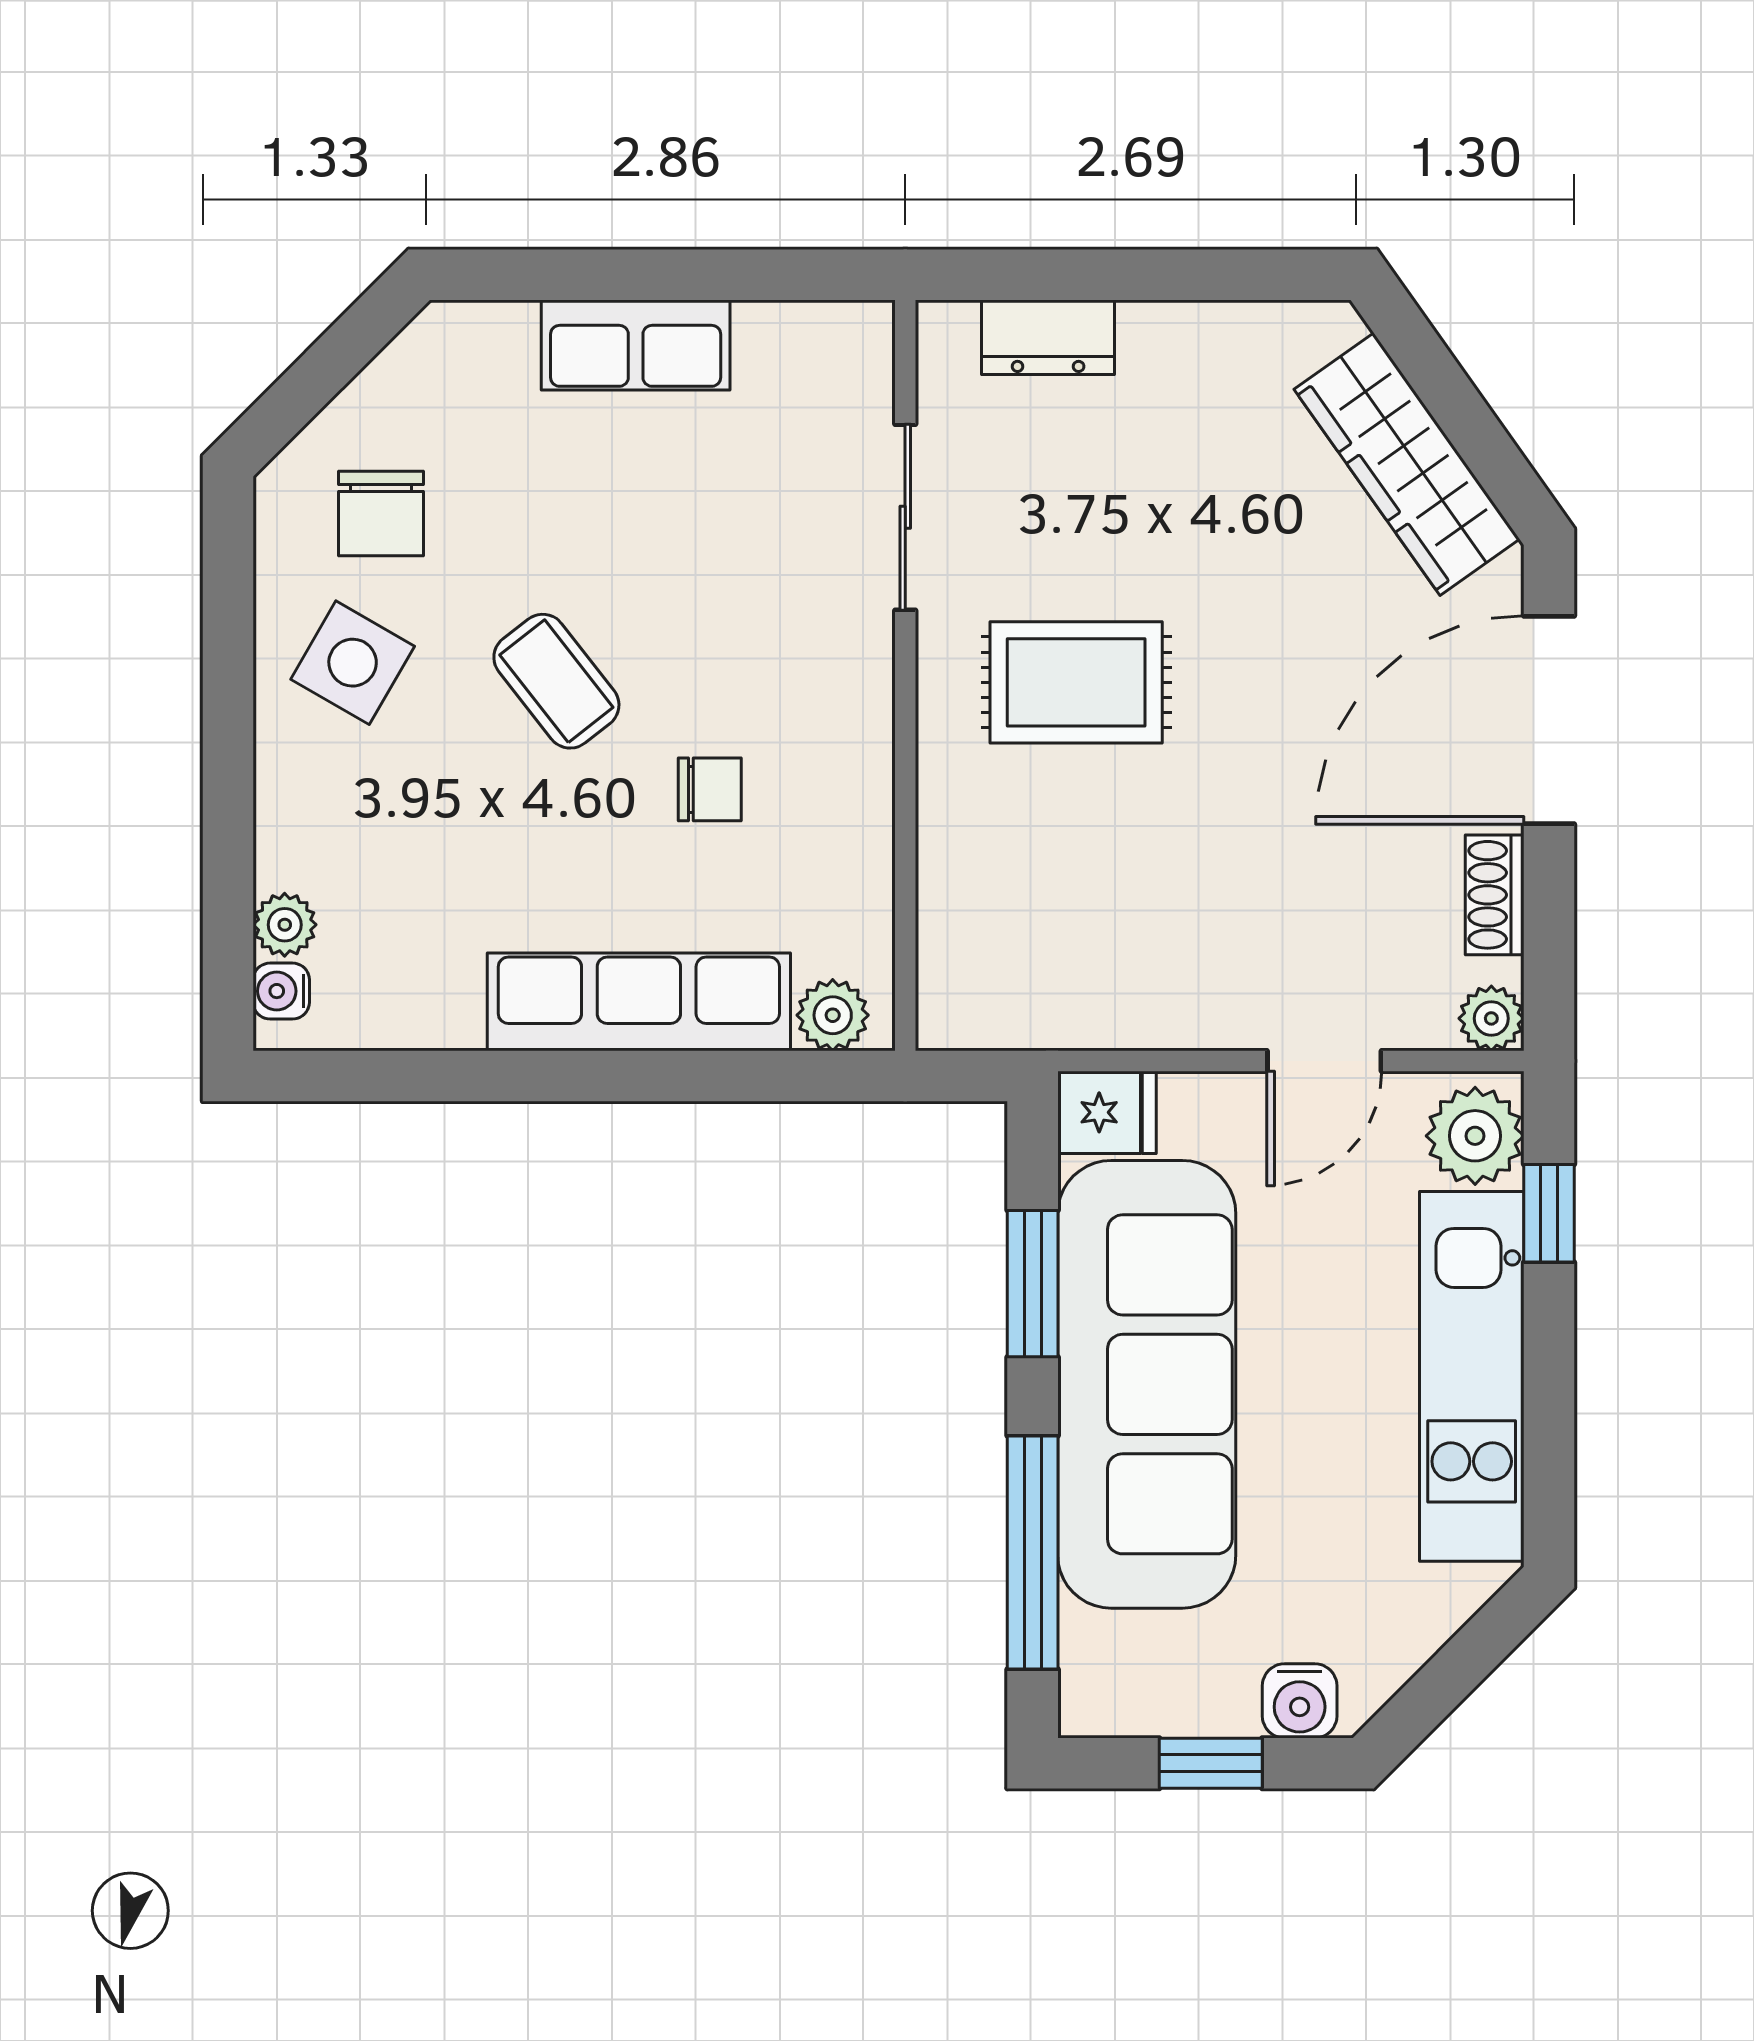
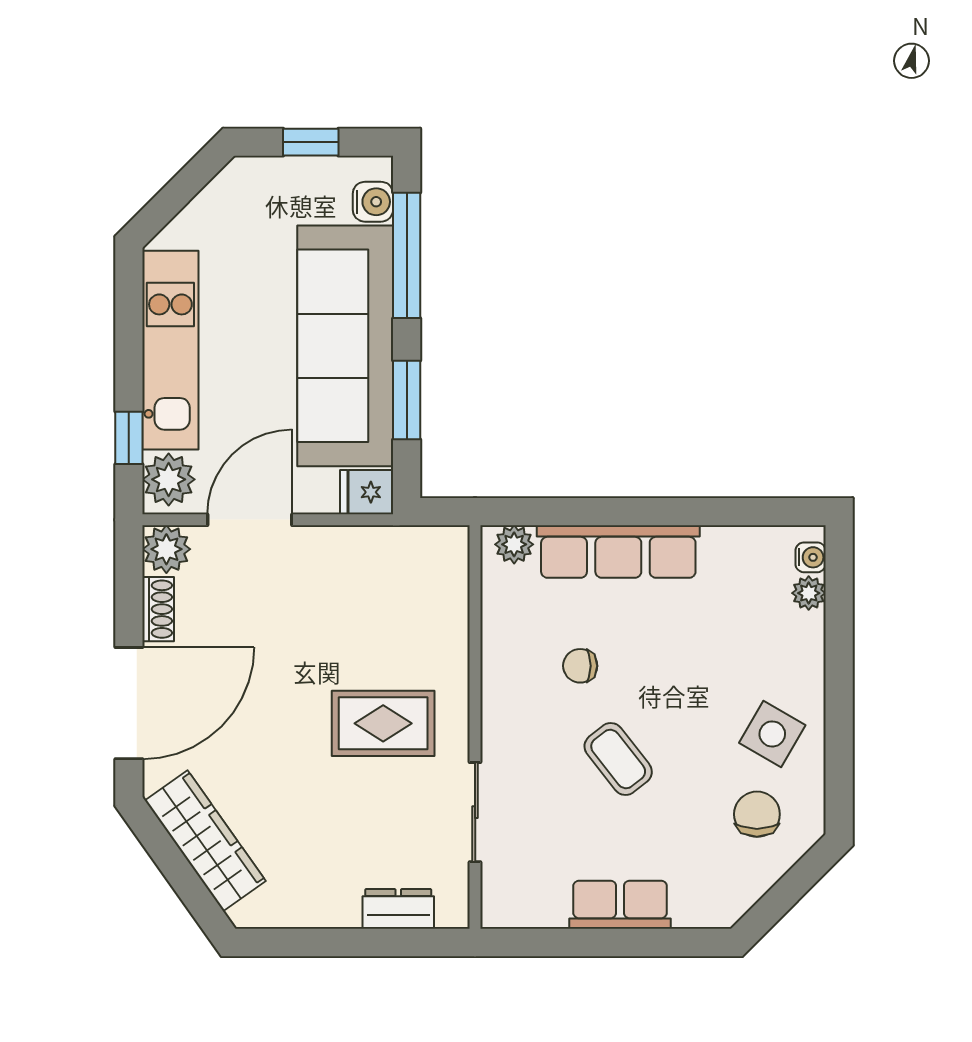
coffee table: (556, 681) -> (618, 759), moved
plant: (1491, 1018) -> (166, 549), width x1.38, depth x1.38
door: (1324, 1061) -> (250, 520), width x1.38
water cooler: (1300, 1701) -> (373, 202), moved, turned 90

